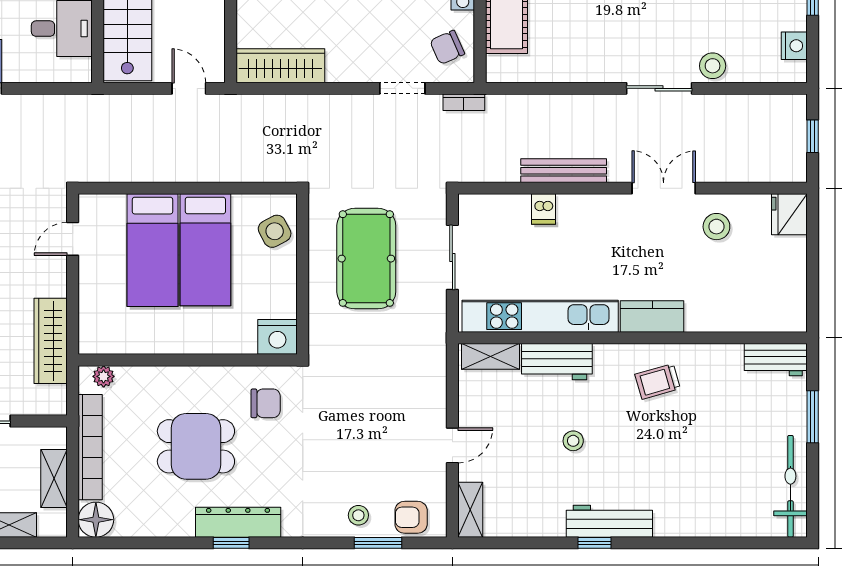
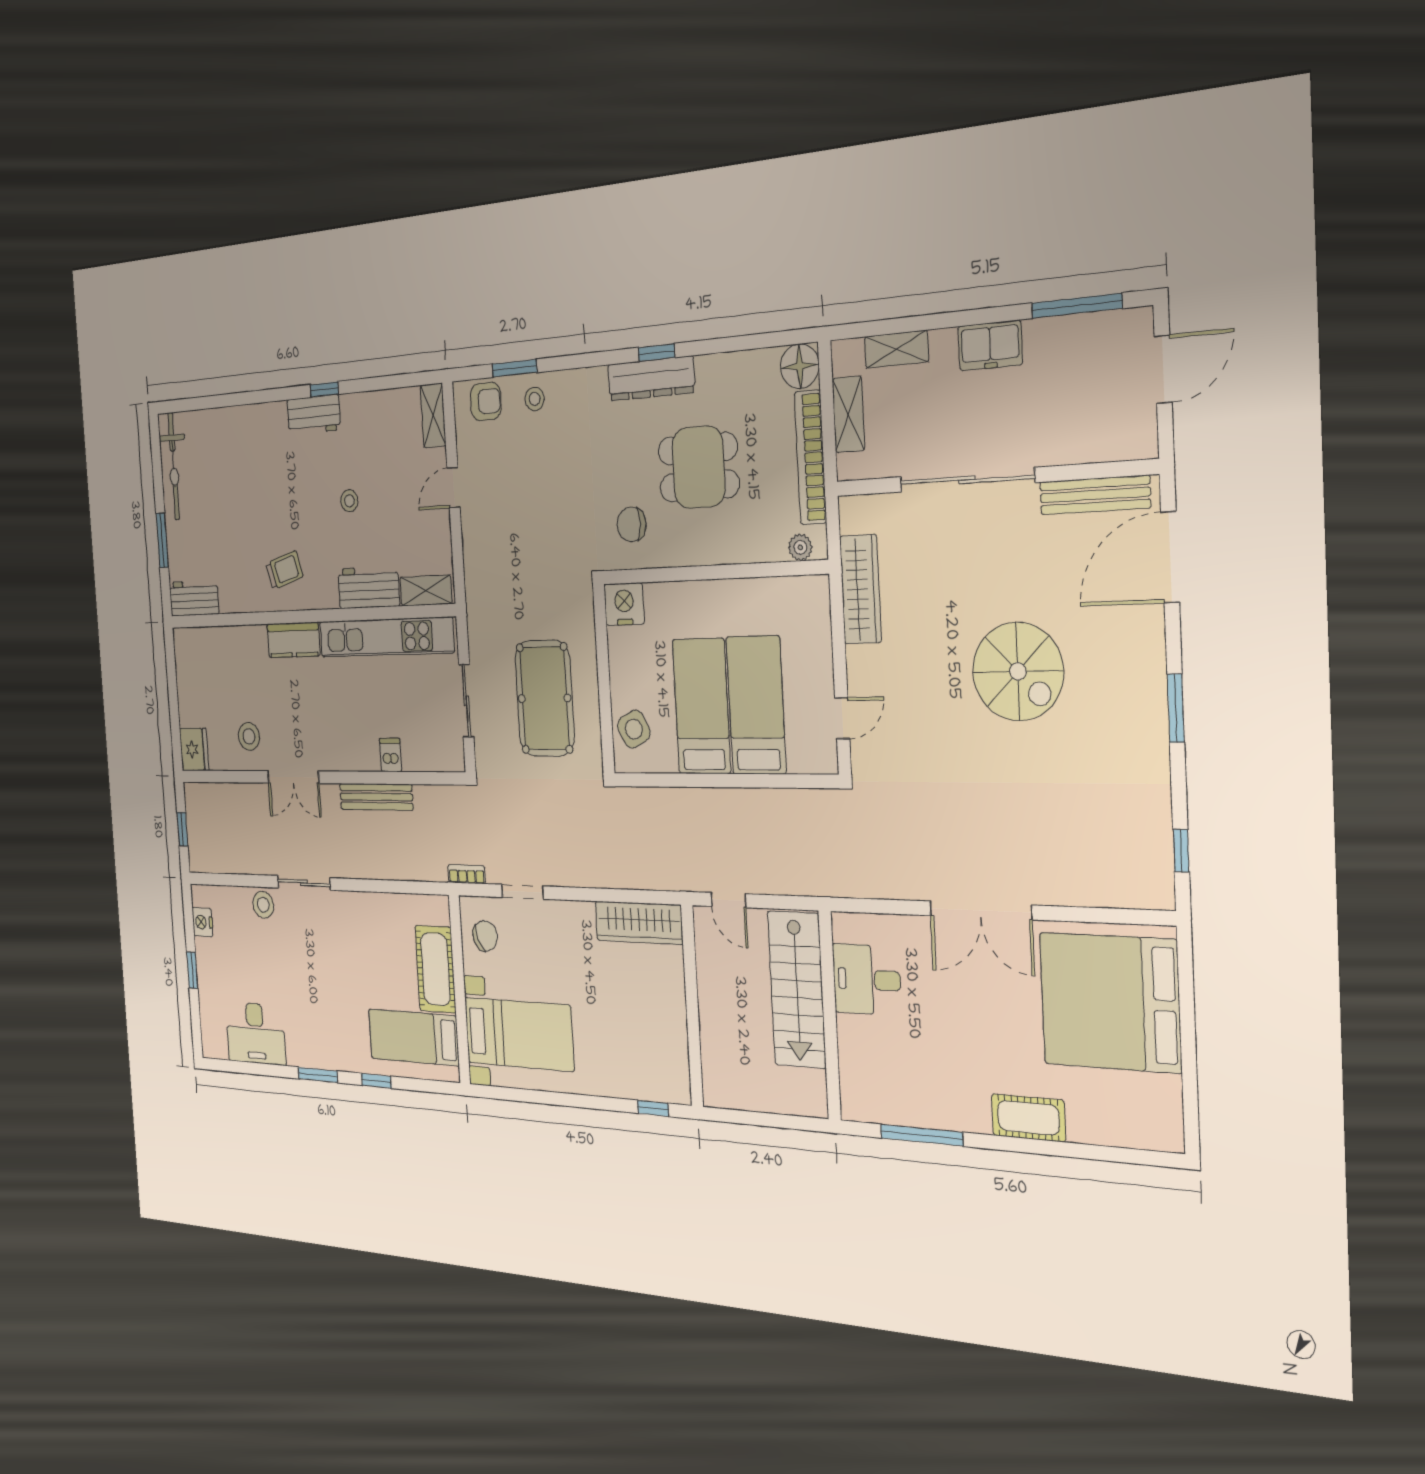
workbench: (609, 521) -> (314, 415), width x0.73

